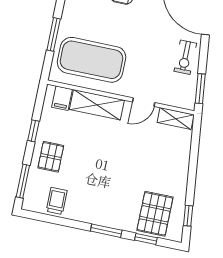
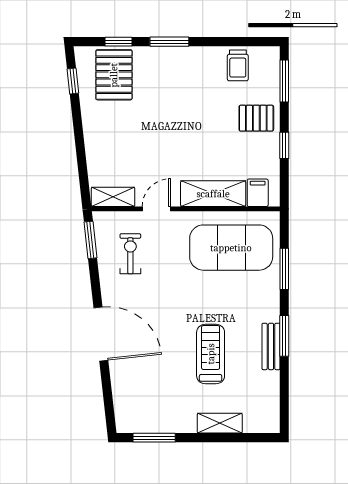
exercise bike: (185, 57) -> (130, 254), moved
pallet: (51, 157) -> (256, 118), turned 90

